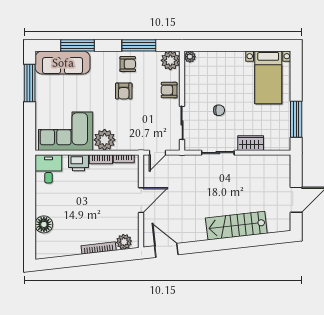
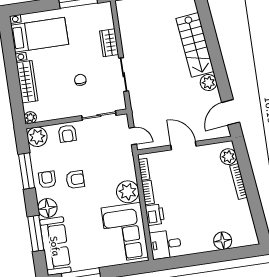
wardrobe: (225, 59) -> (27, 82), added
floor lamp: (100, 60) -> (47, 208), added
plant: (198, 233) -> (208, 83), added

